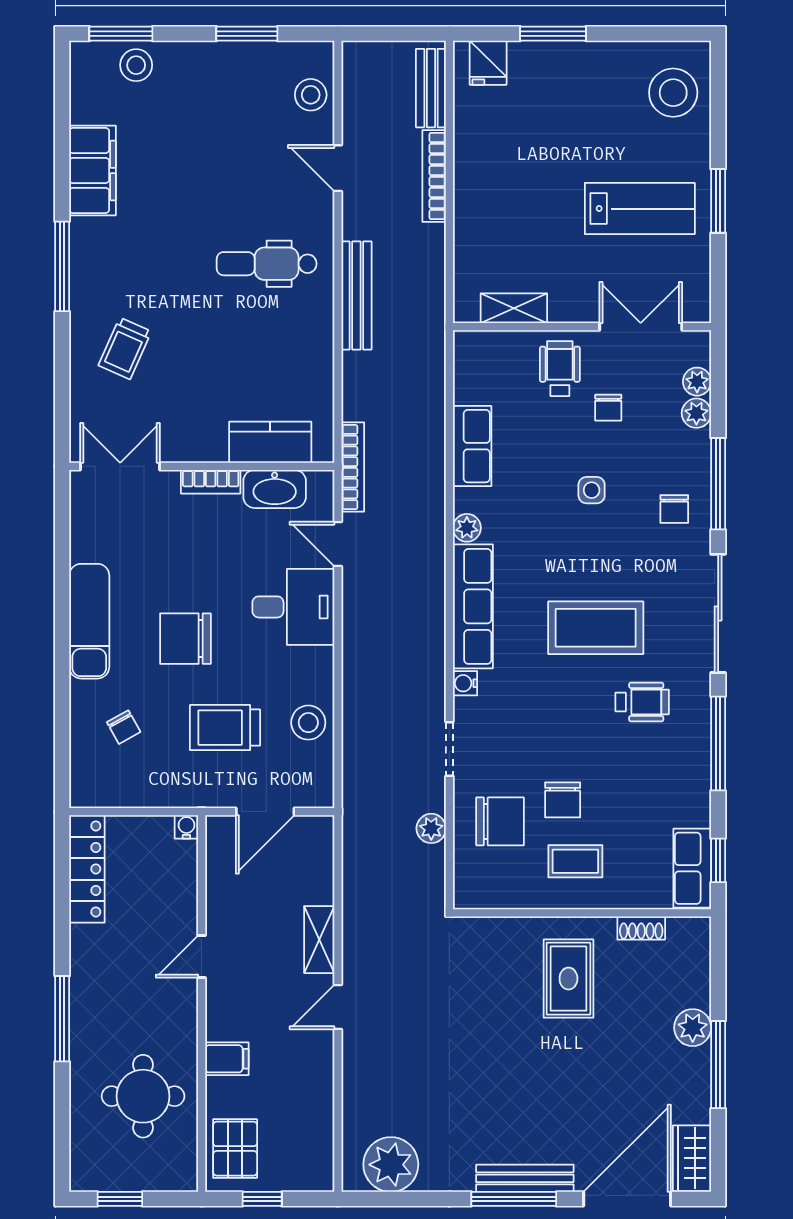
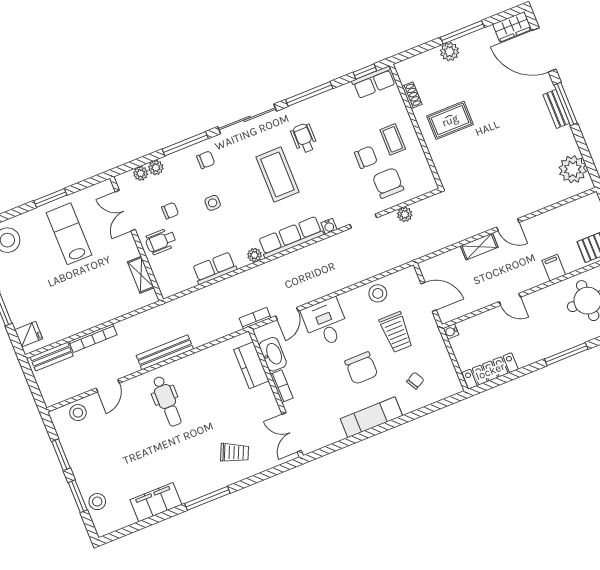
window: (121, 34) -> (78, 496), moved
bookcase: (353, 467) -> (255, 318), width x0.64
bench: (525, 1178) -> (556, 109), width x0.73

